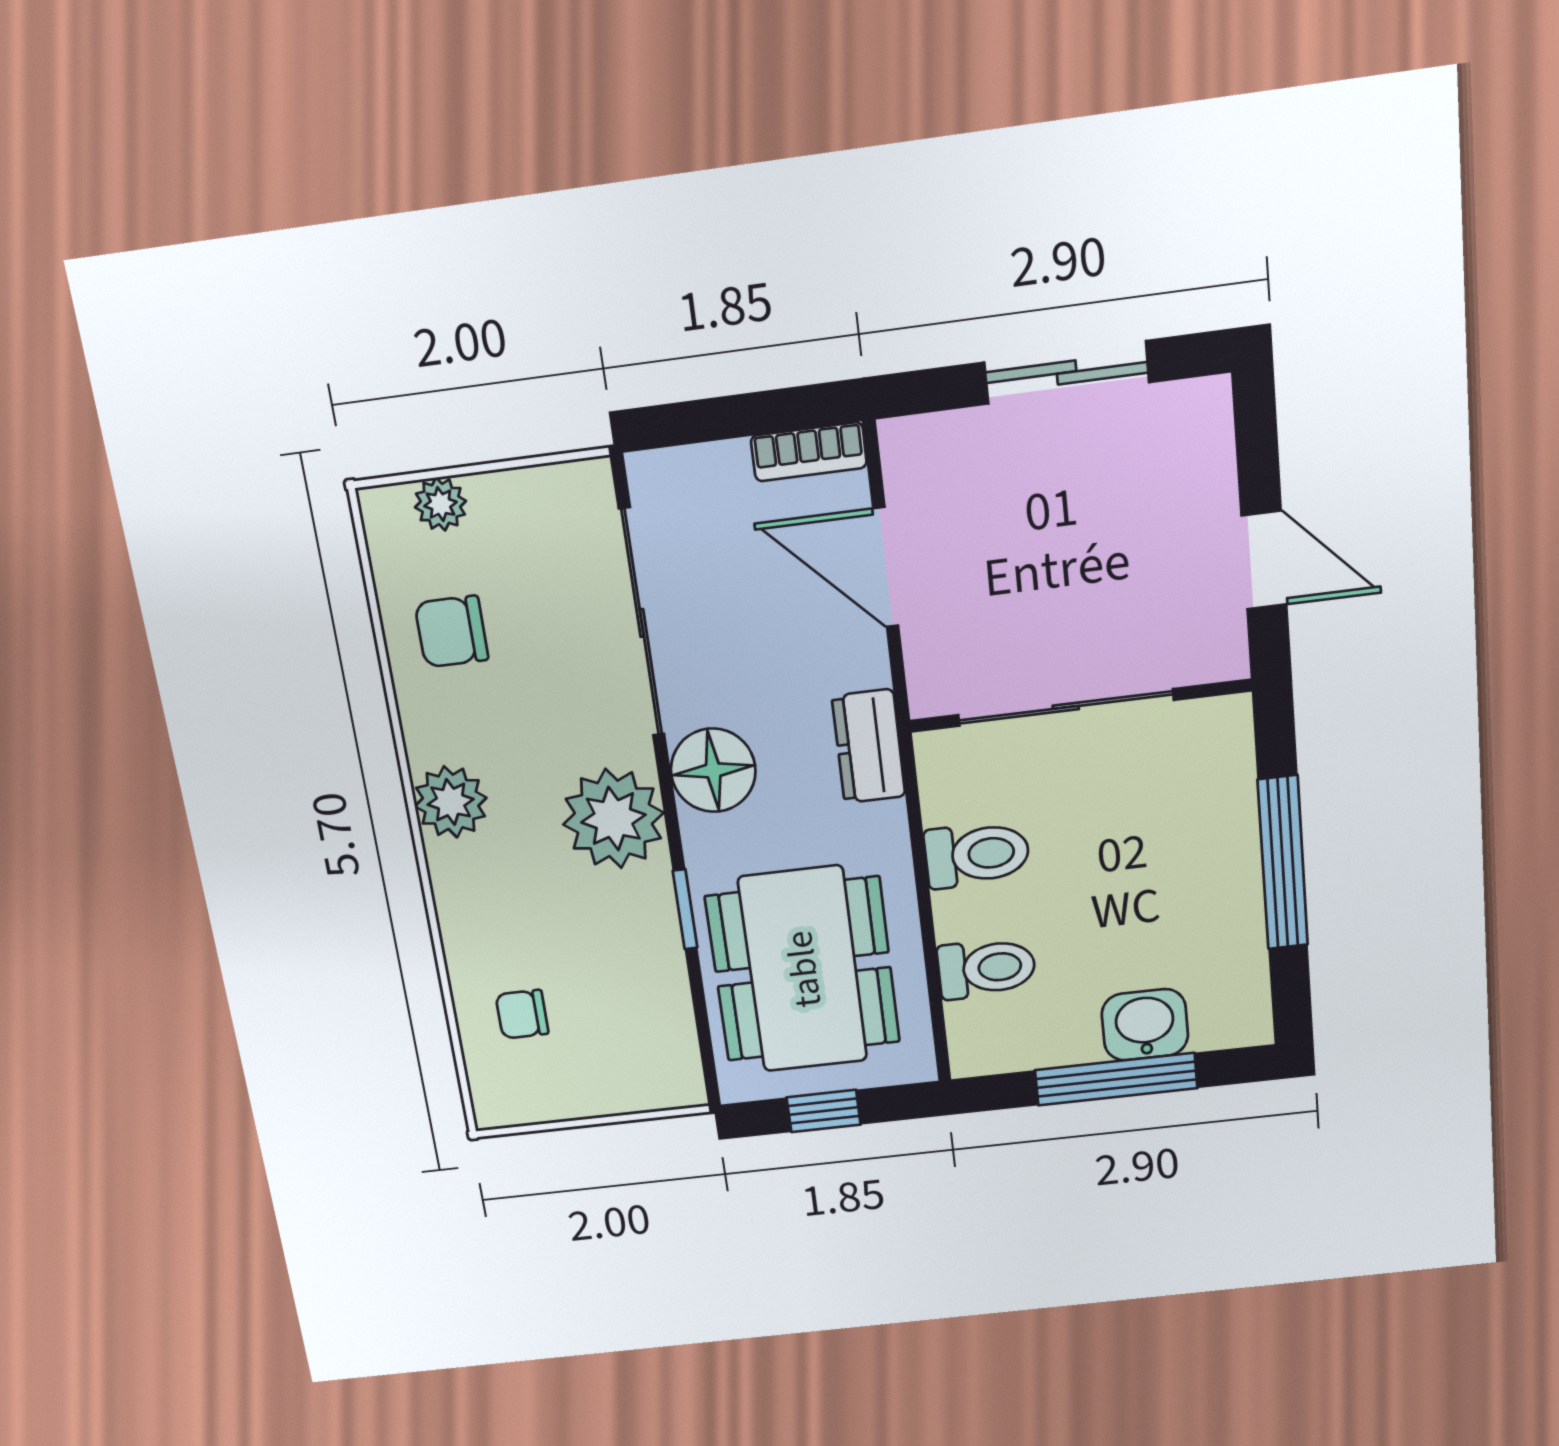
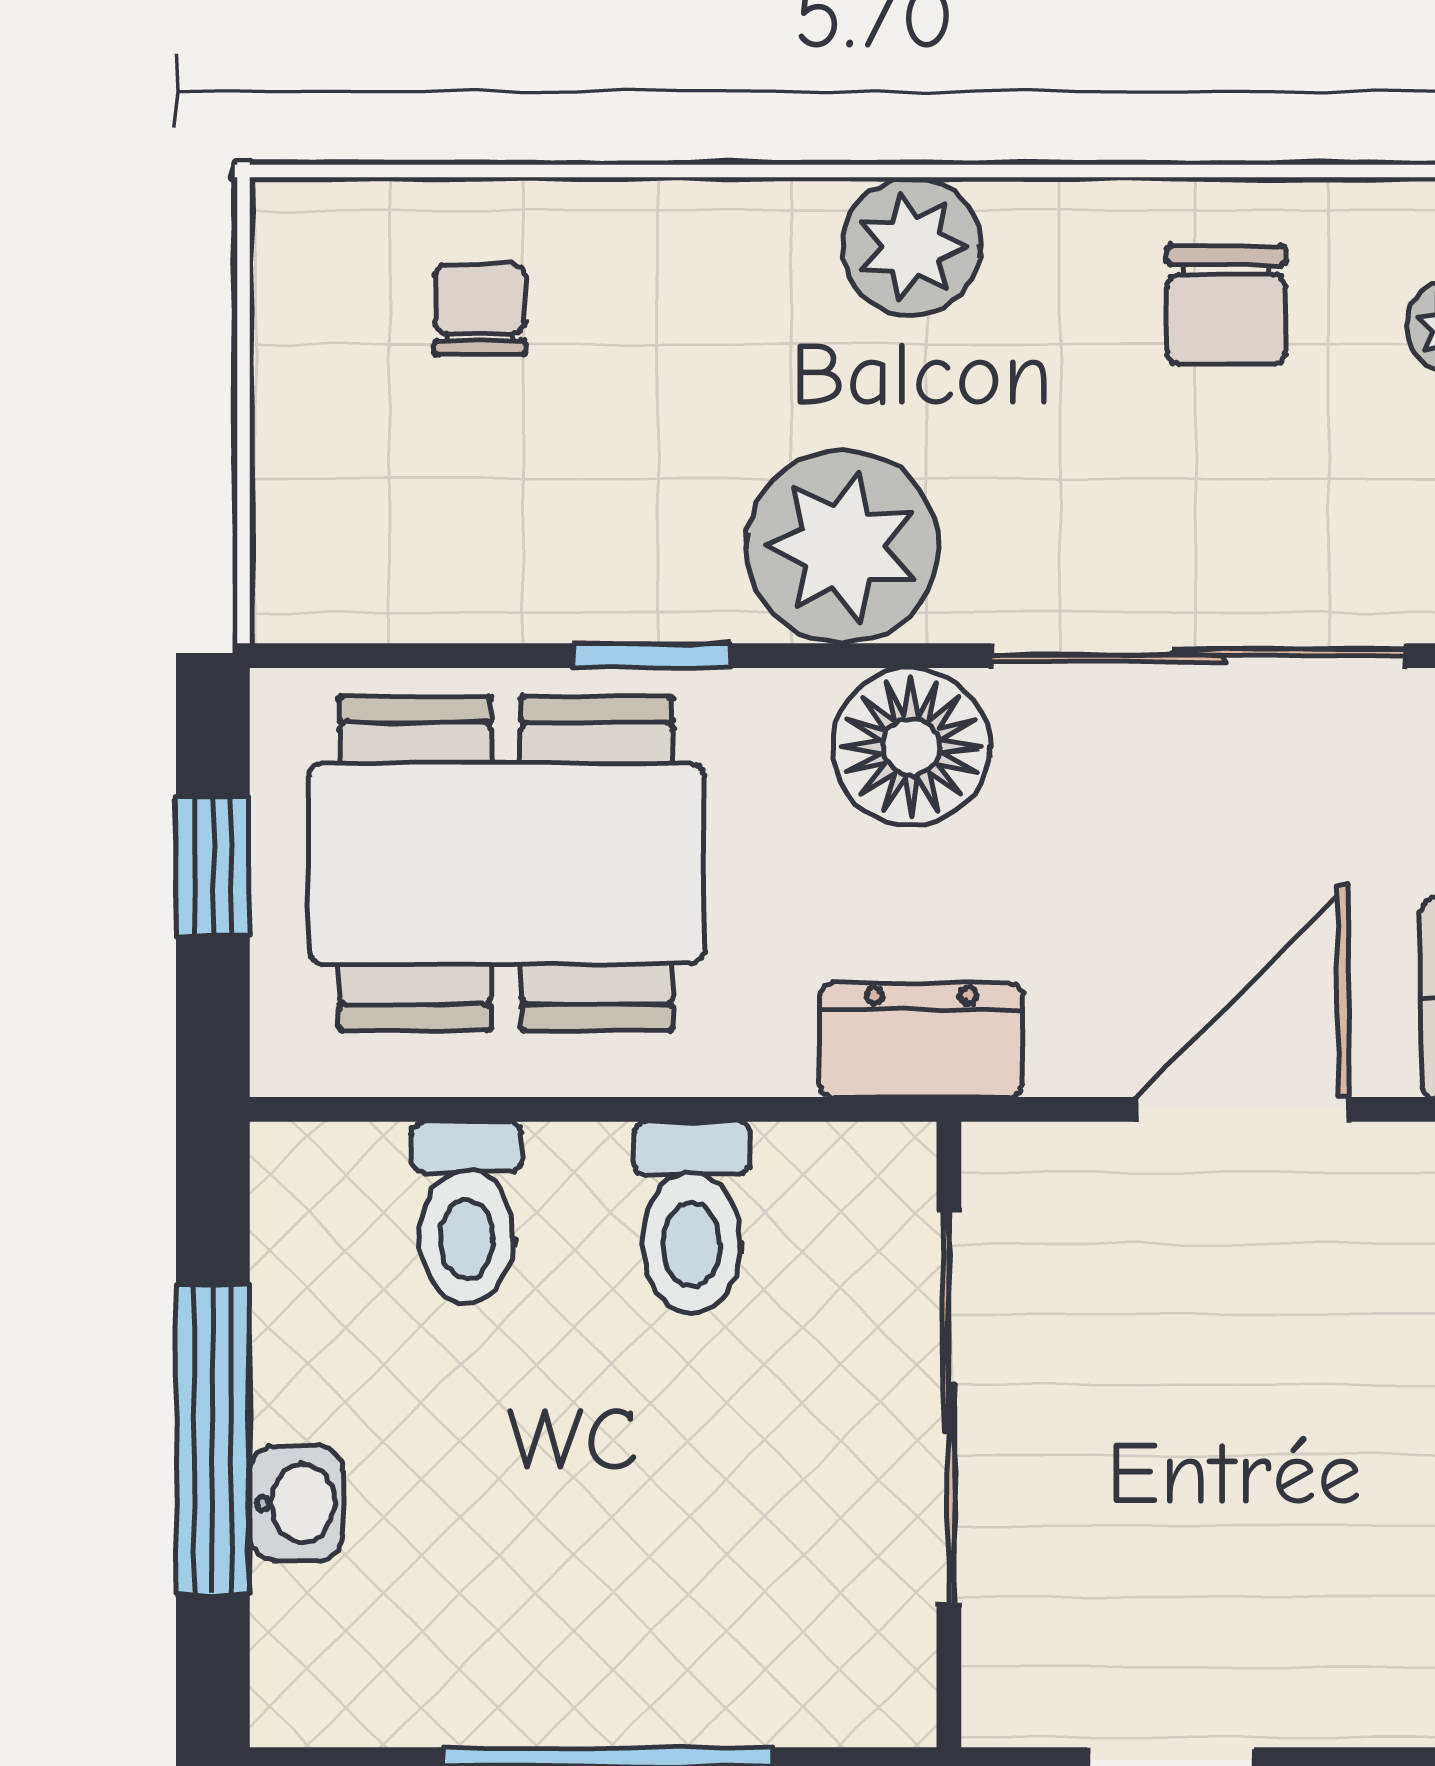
chair: (452, 632) -> (1226, 305), turned 180
washbasin: (1145, 1025) -> (297, 1503), width x0.72, depth x0.69

